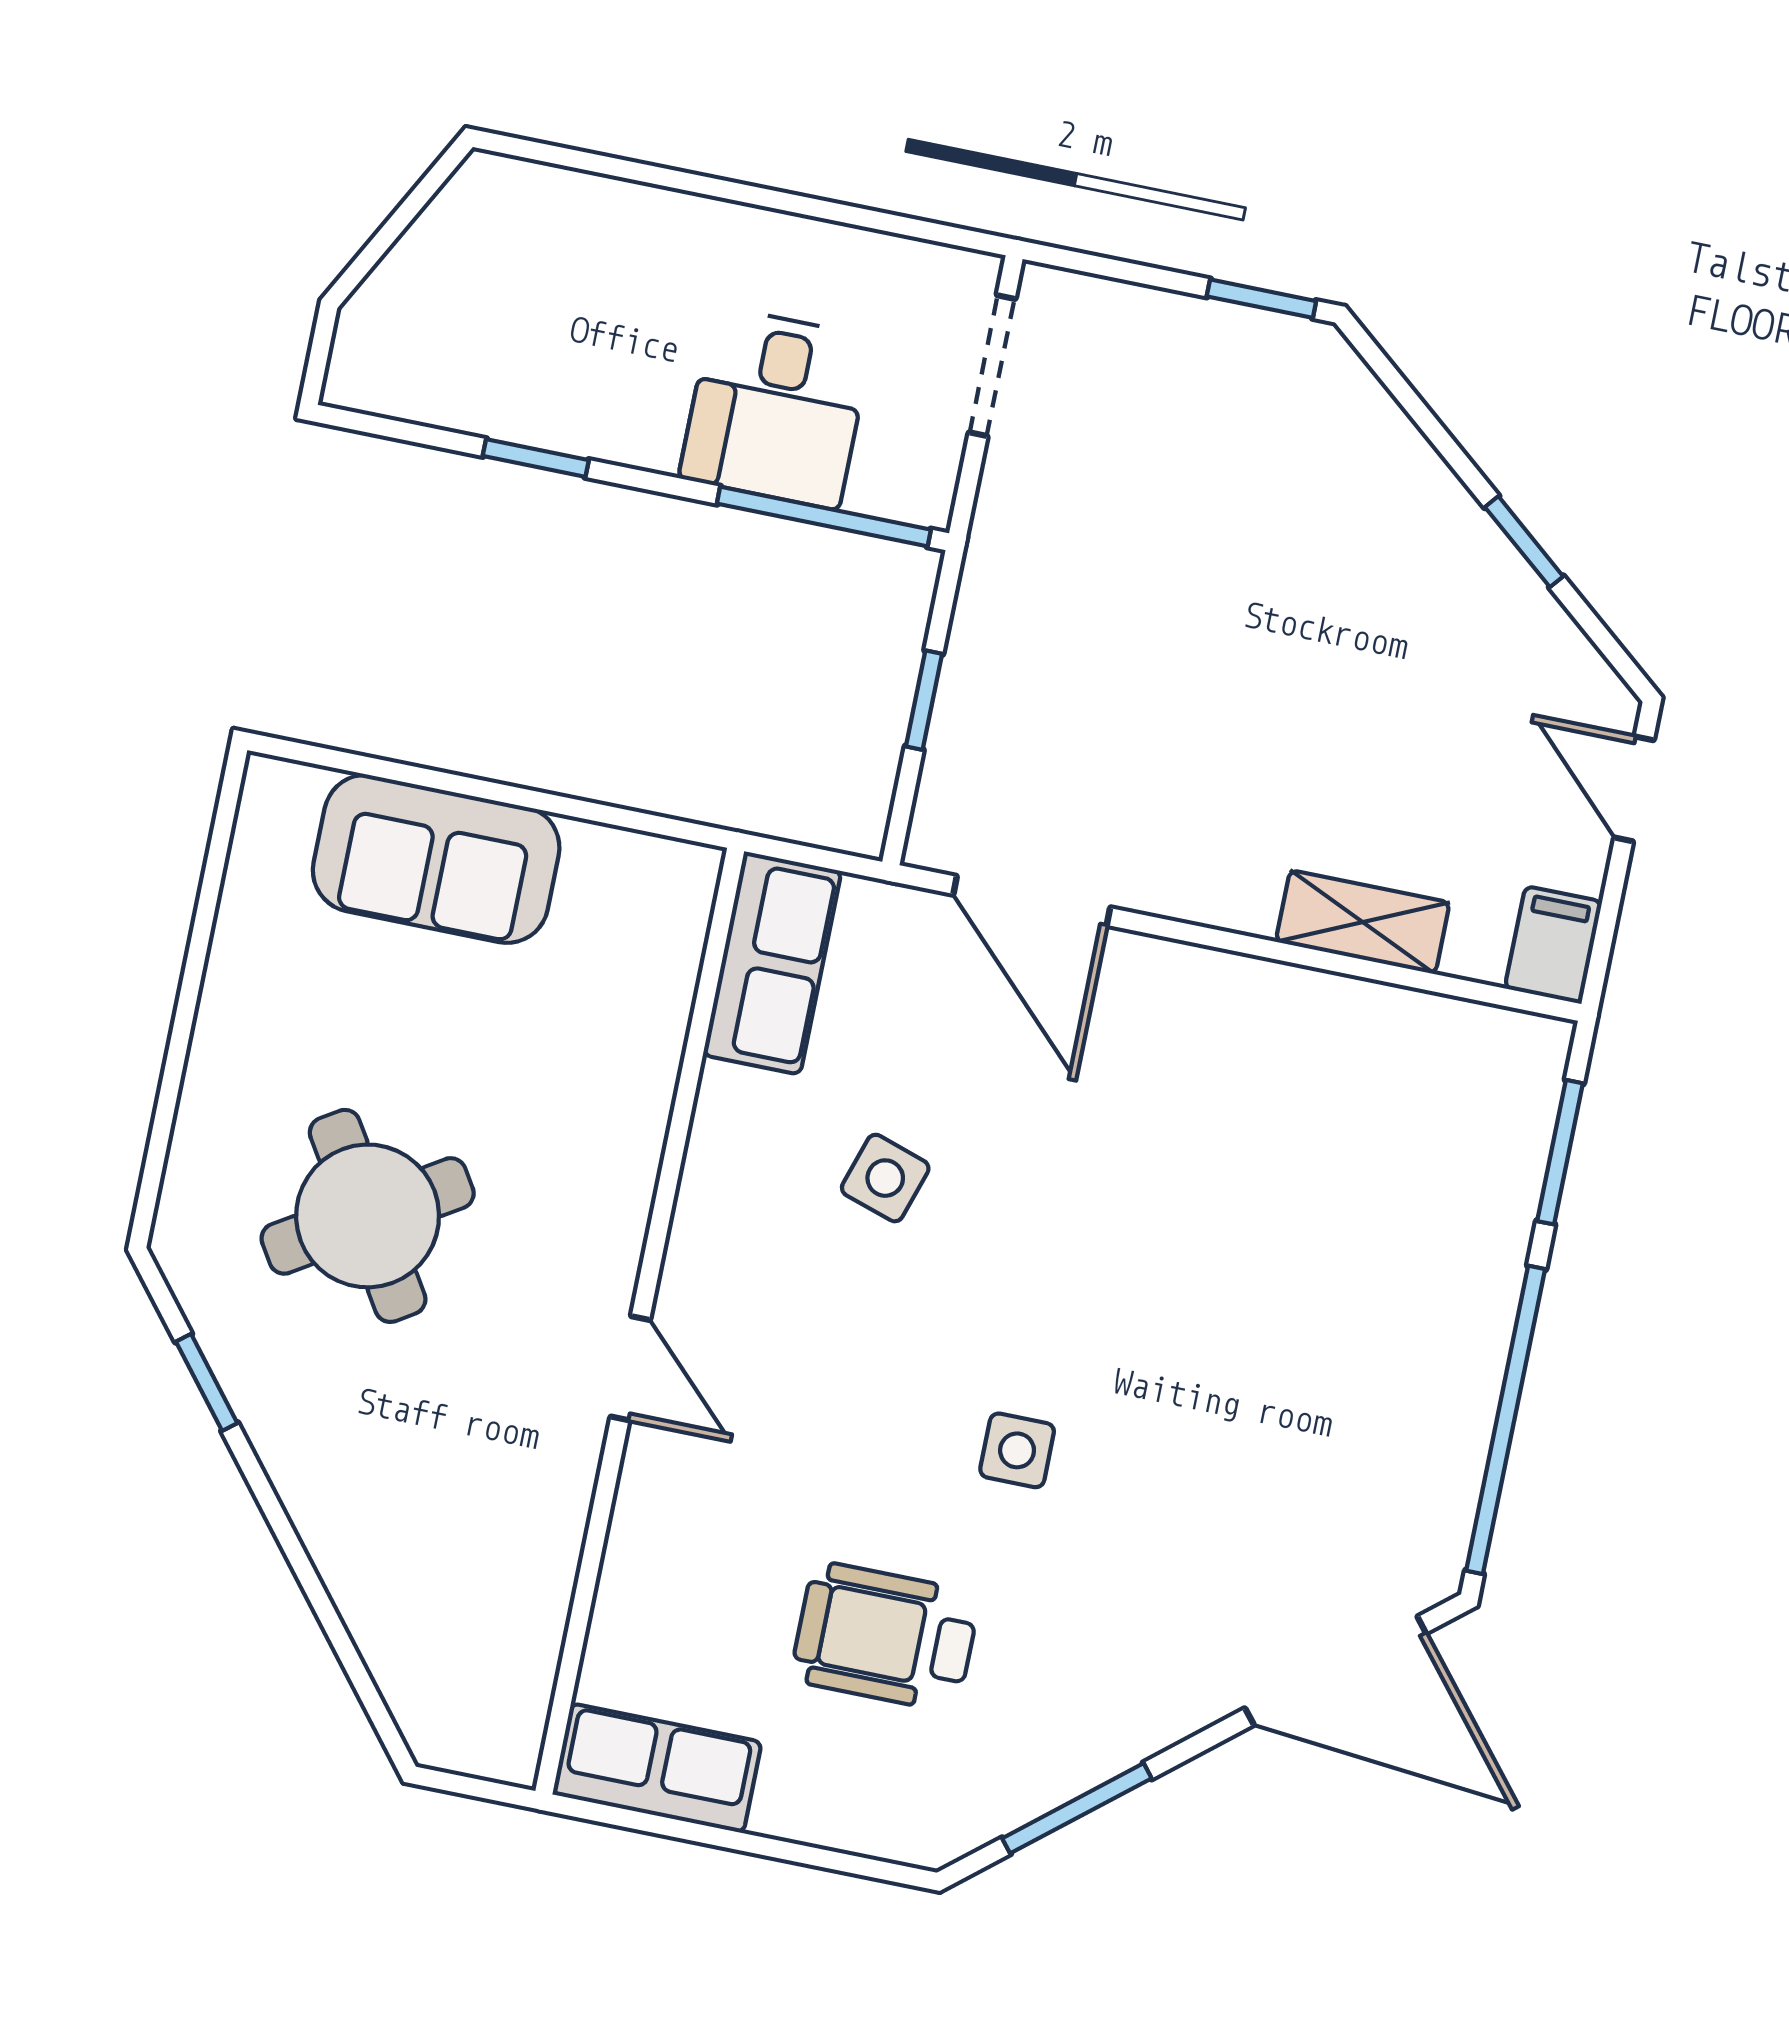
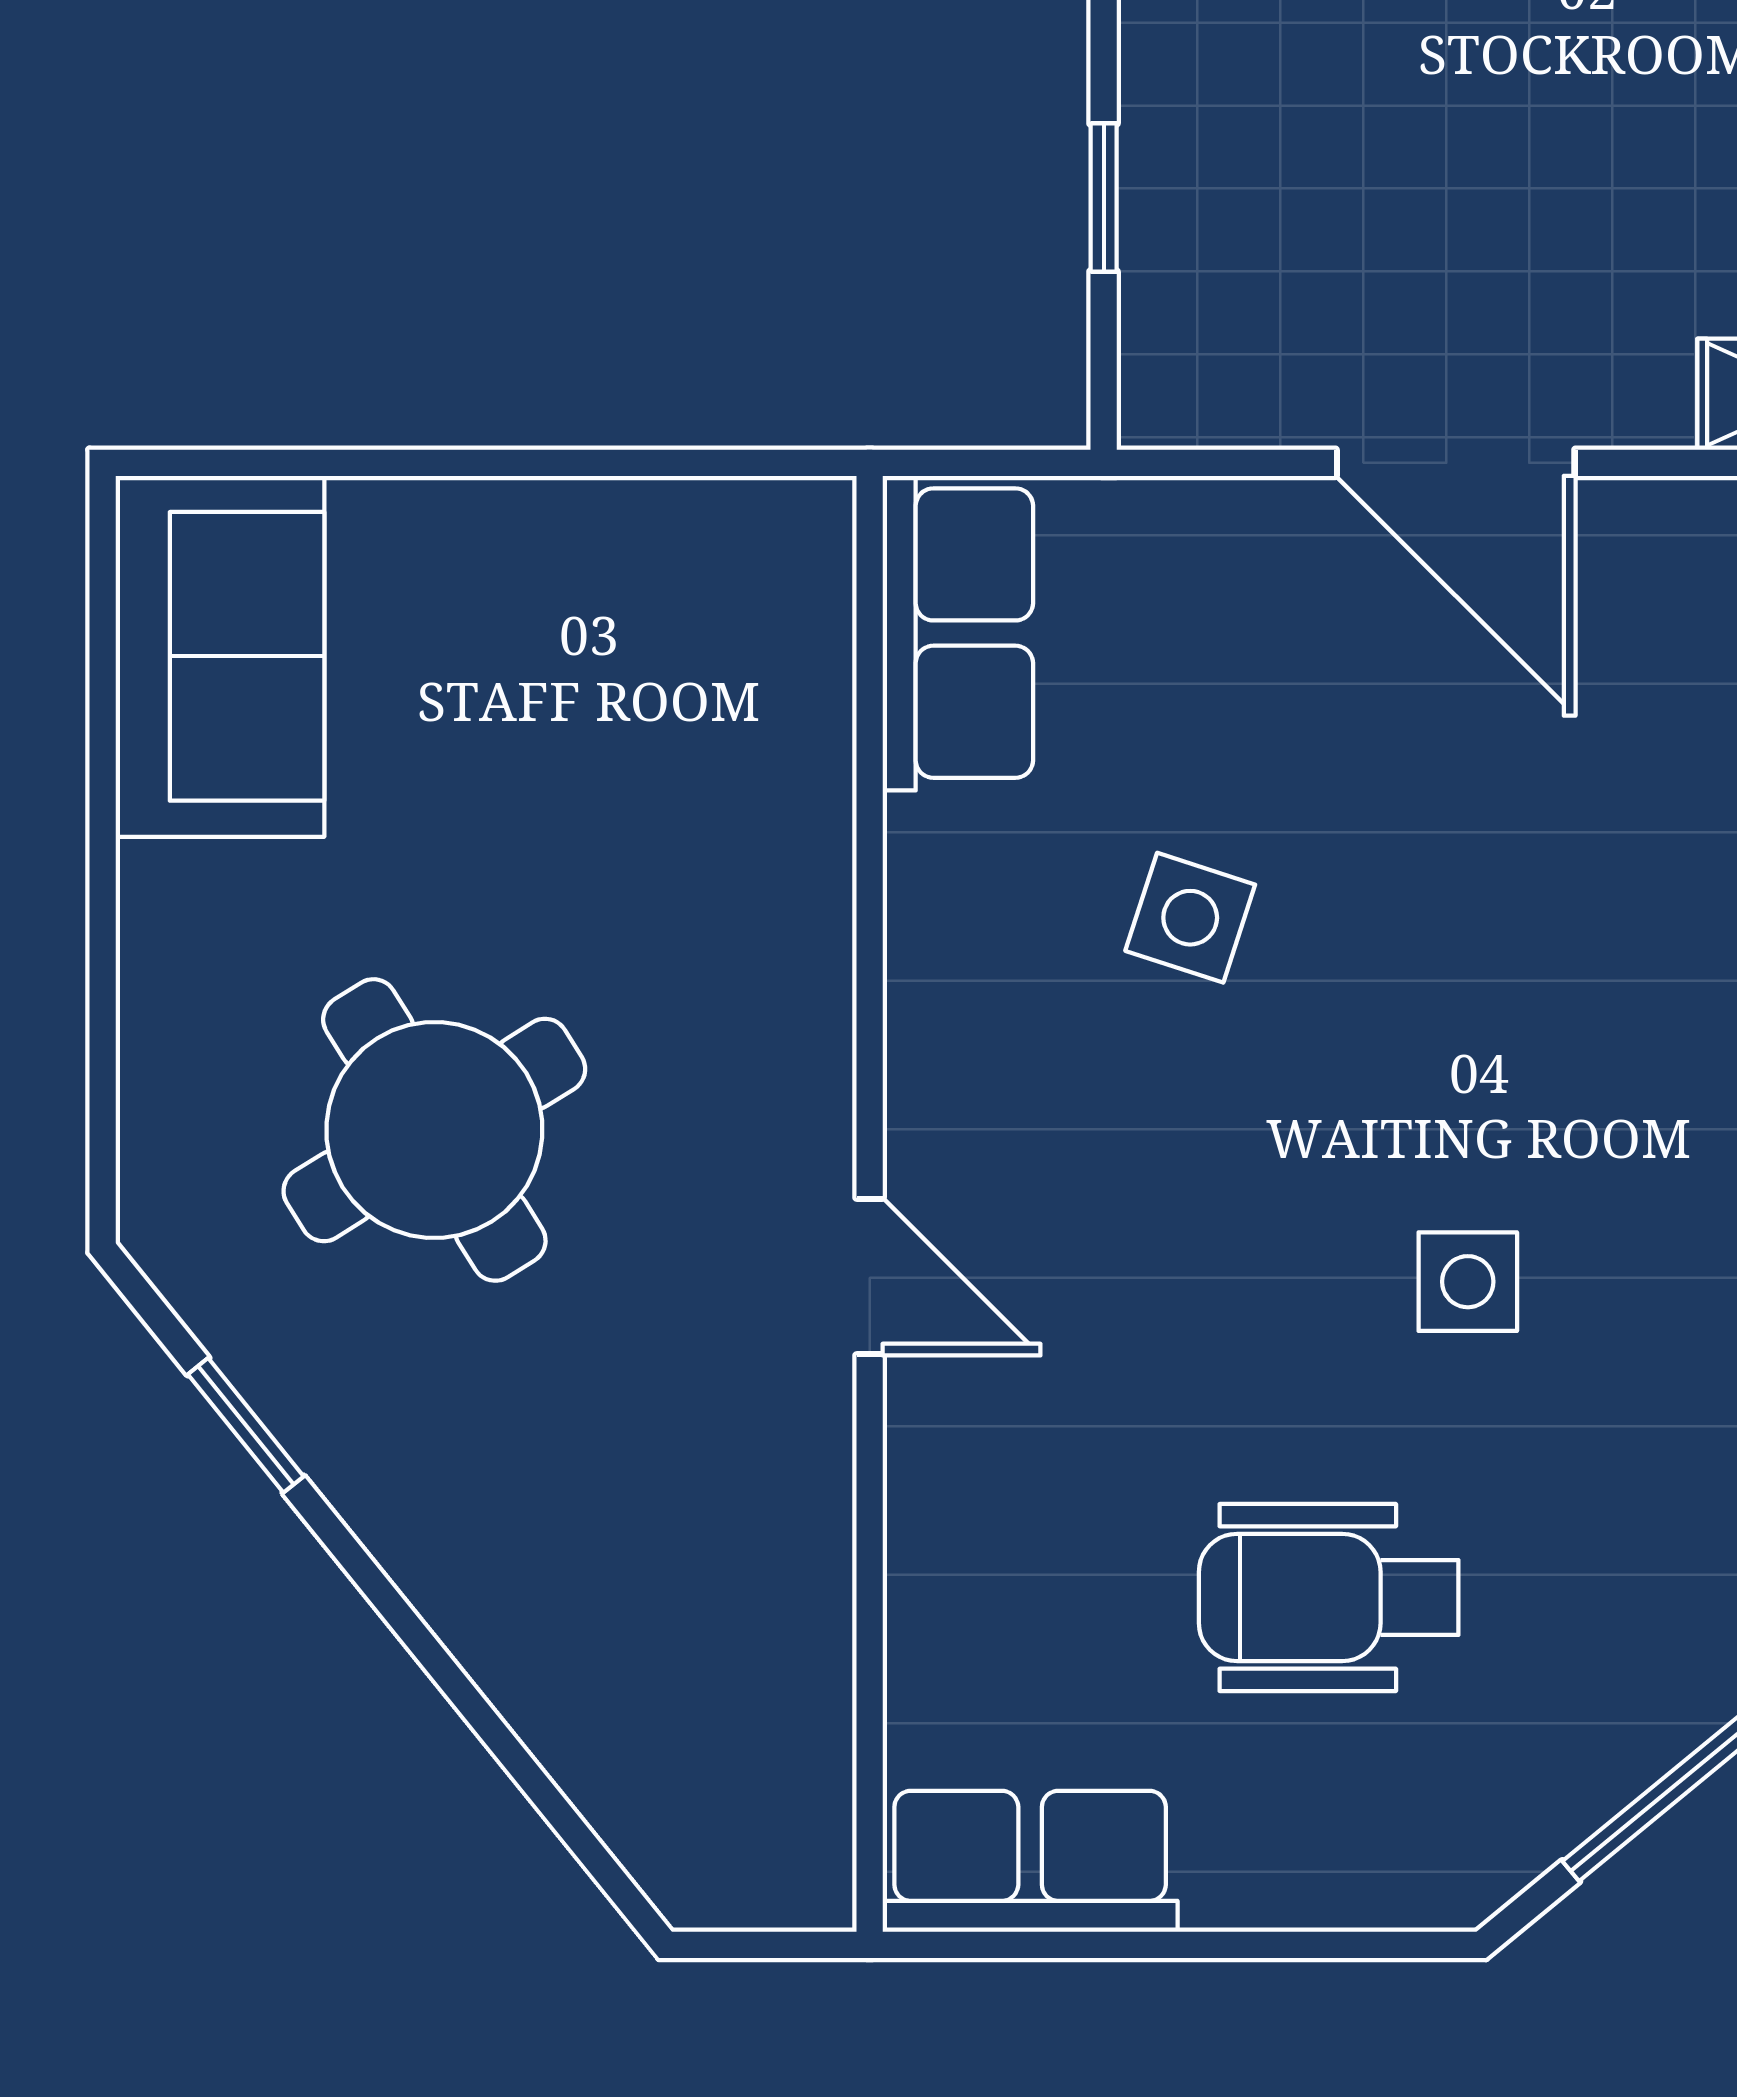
sofa: (436, 859) -> (220, 656), moved, turned -90
door: (1032, 901) -> (1456, 463), moved

